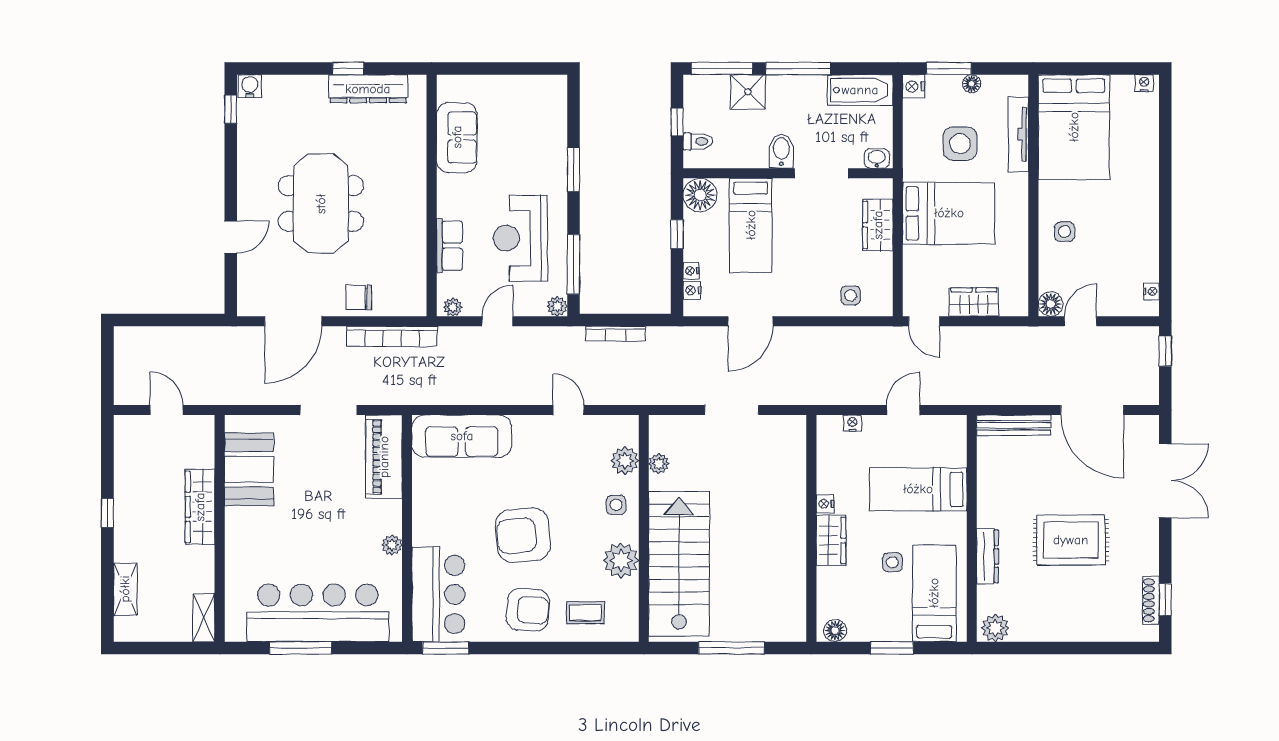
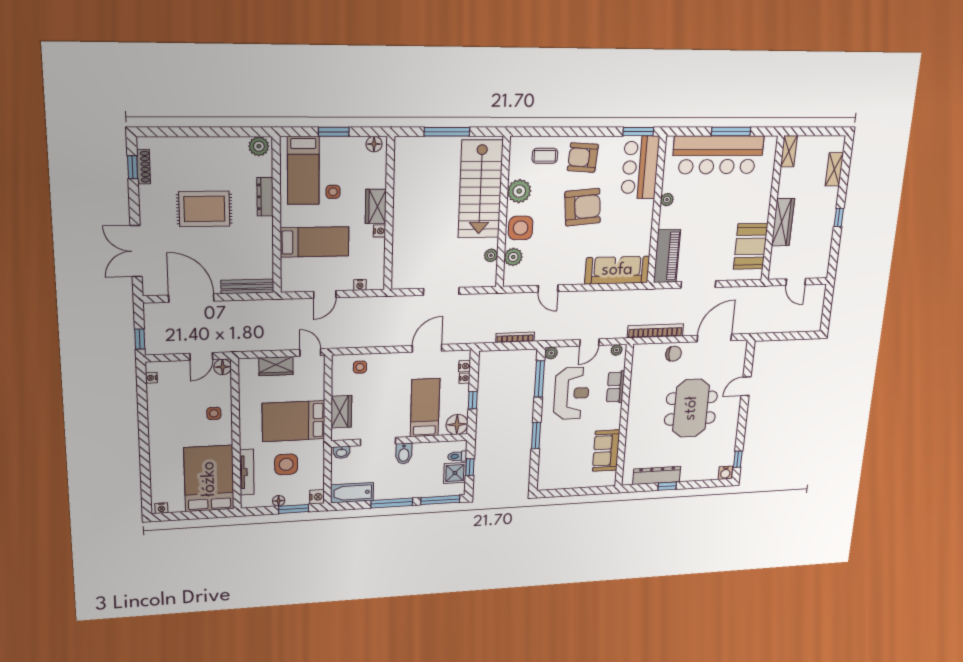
shower: (748, 92) -> (455, 473), moved
side table: (616, 505) -> (521, 228), width x1.87, depth x1.87

